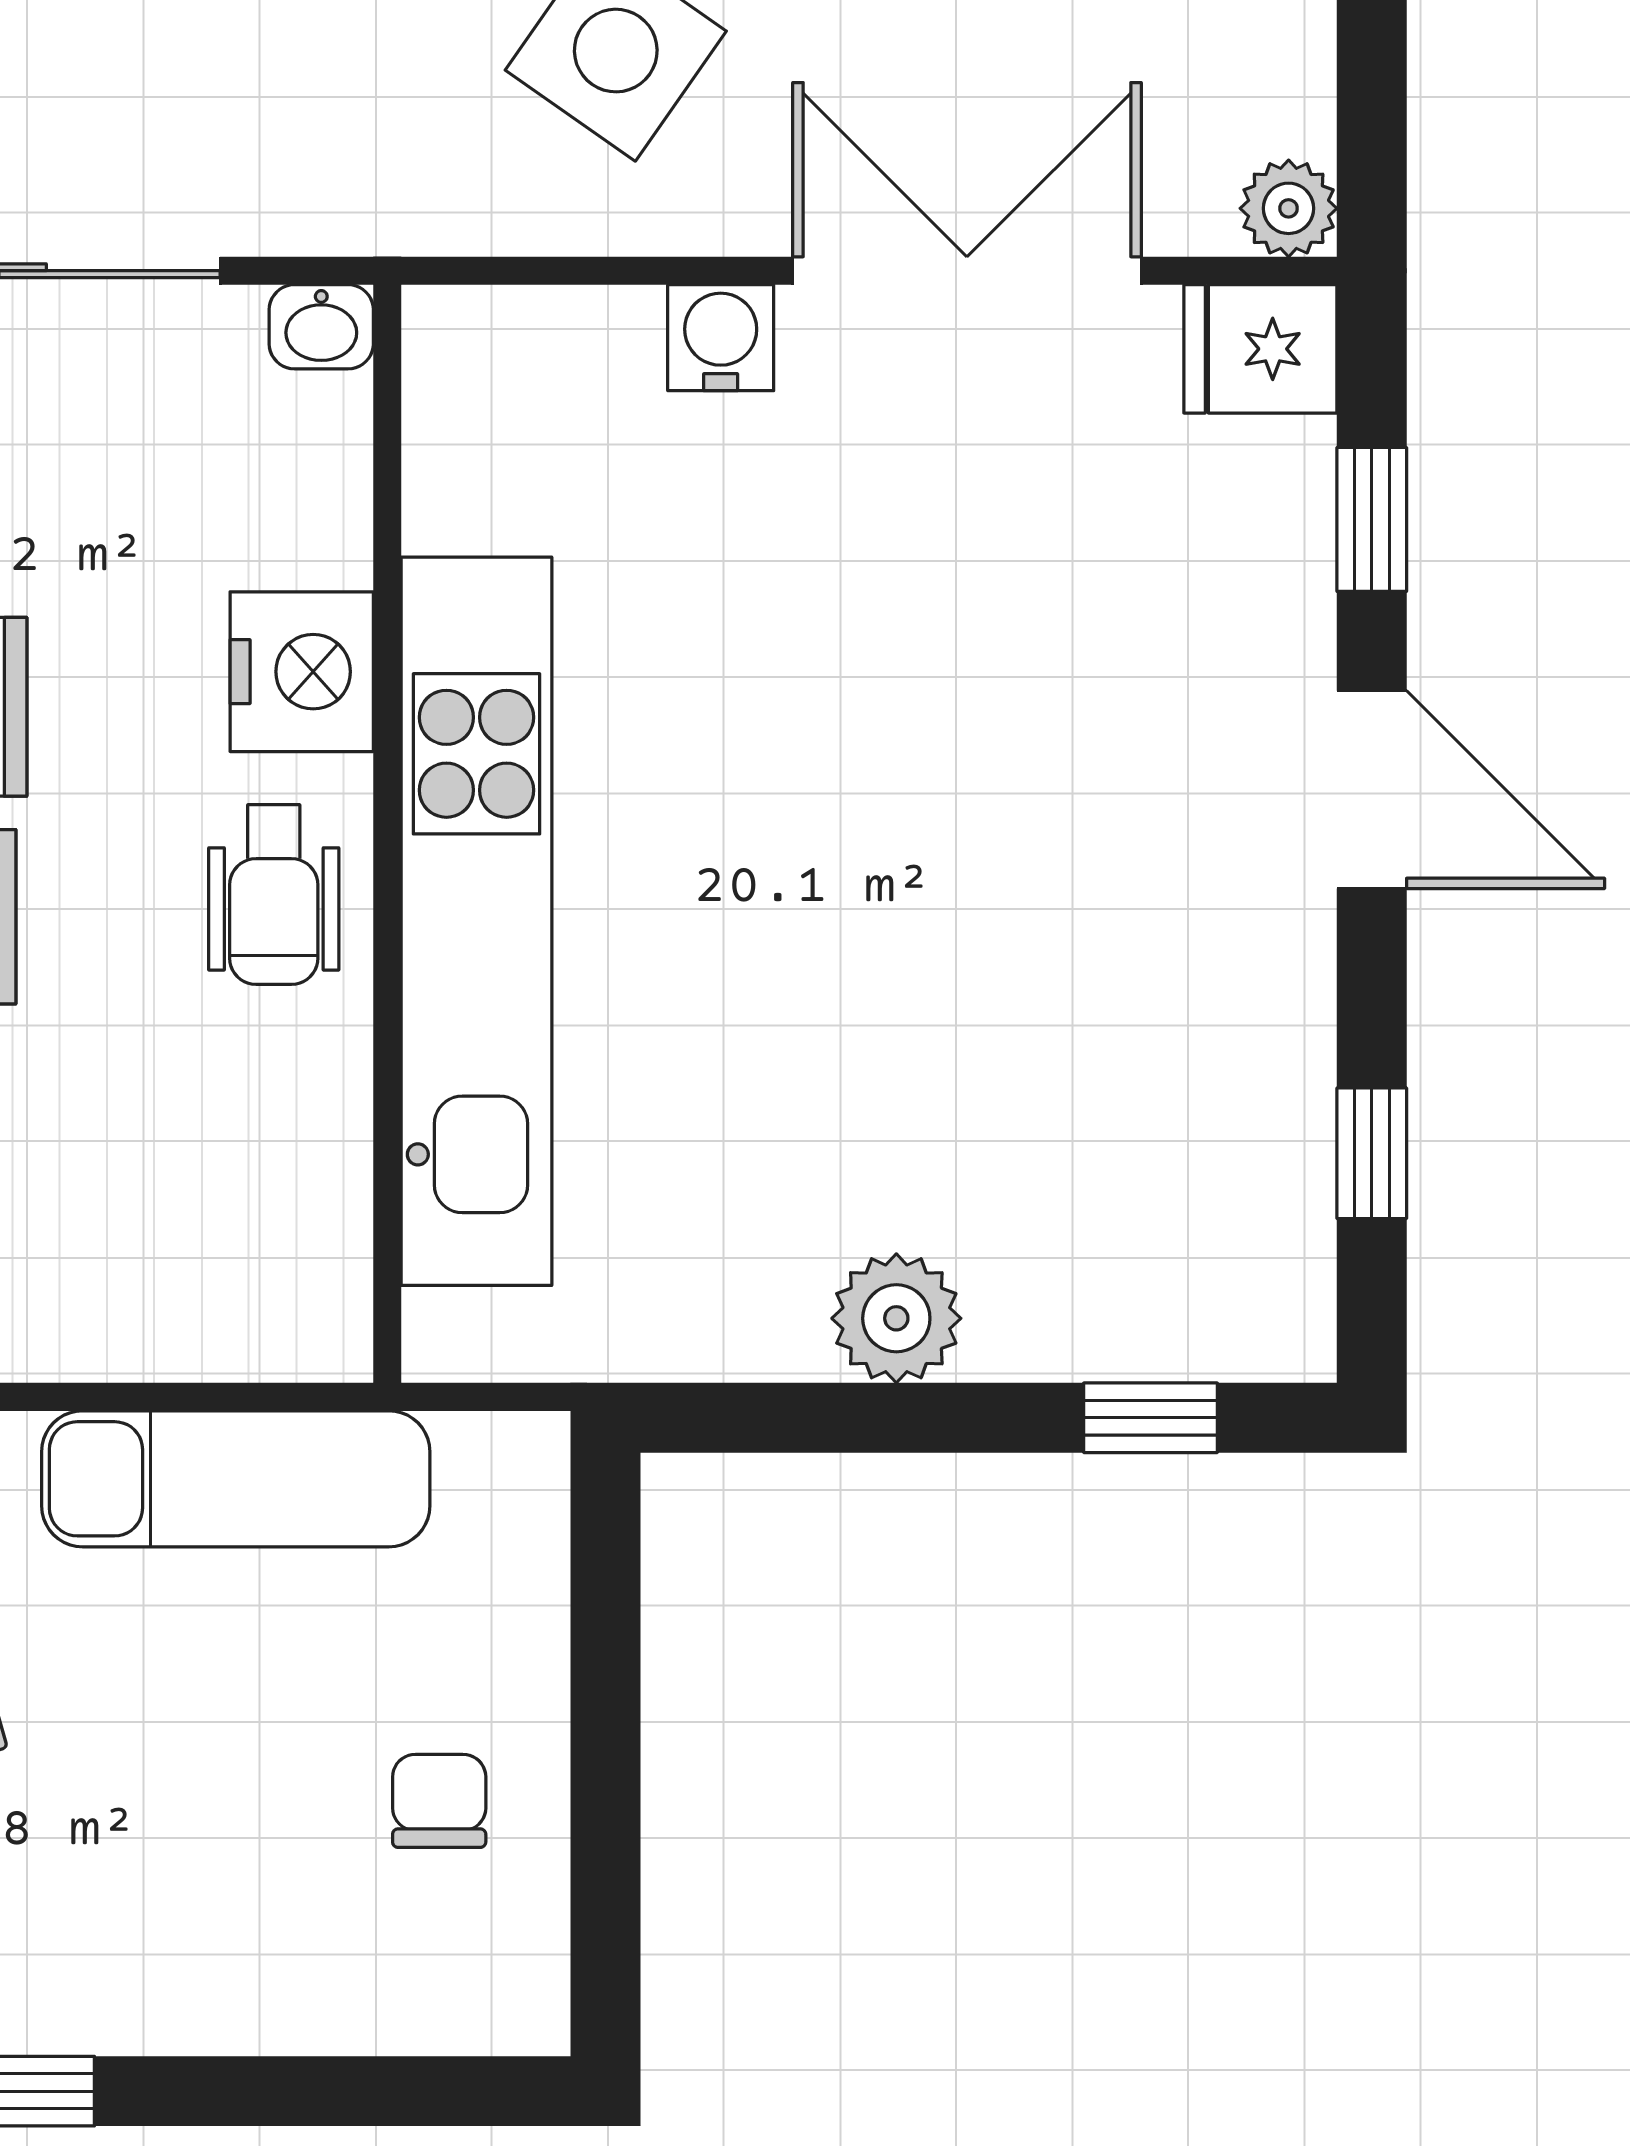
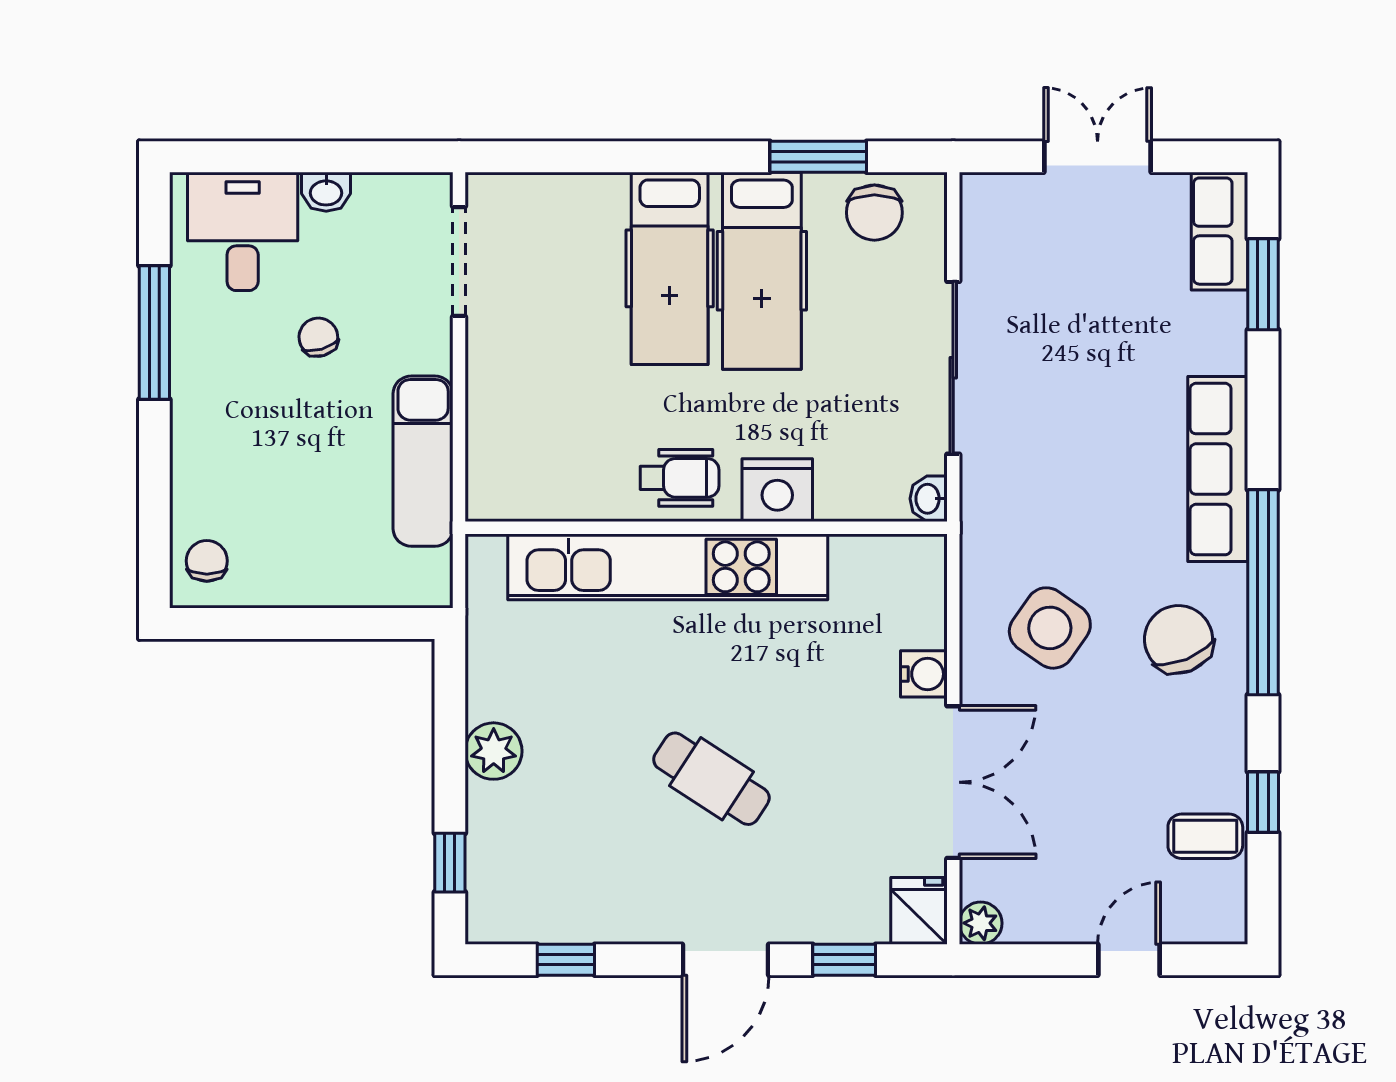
cafe table: (959, 822) -> (711, 779), added
wheelchair: (274, 895) -> (679, 478), turned 180
chair: (439, 1801) -> (207, 561), moved, turned -90

